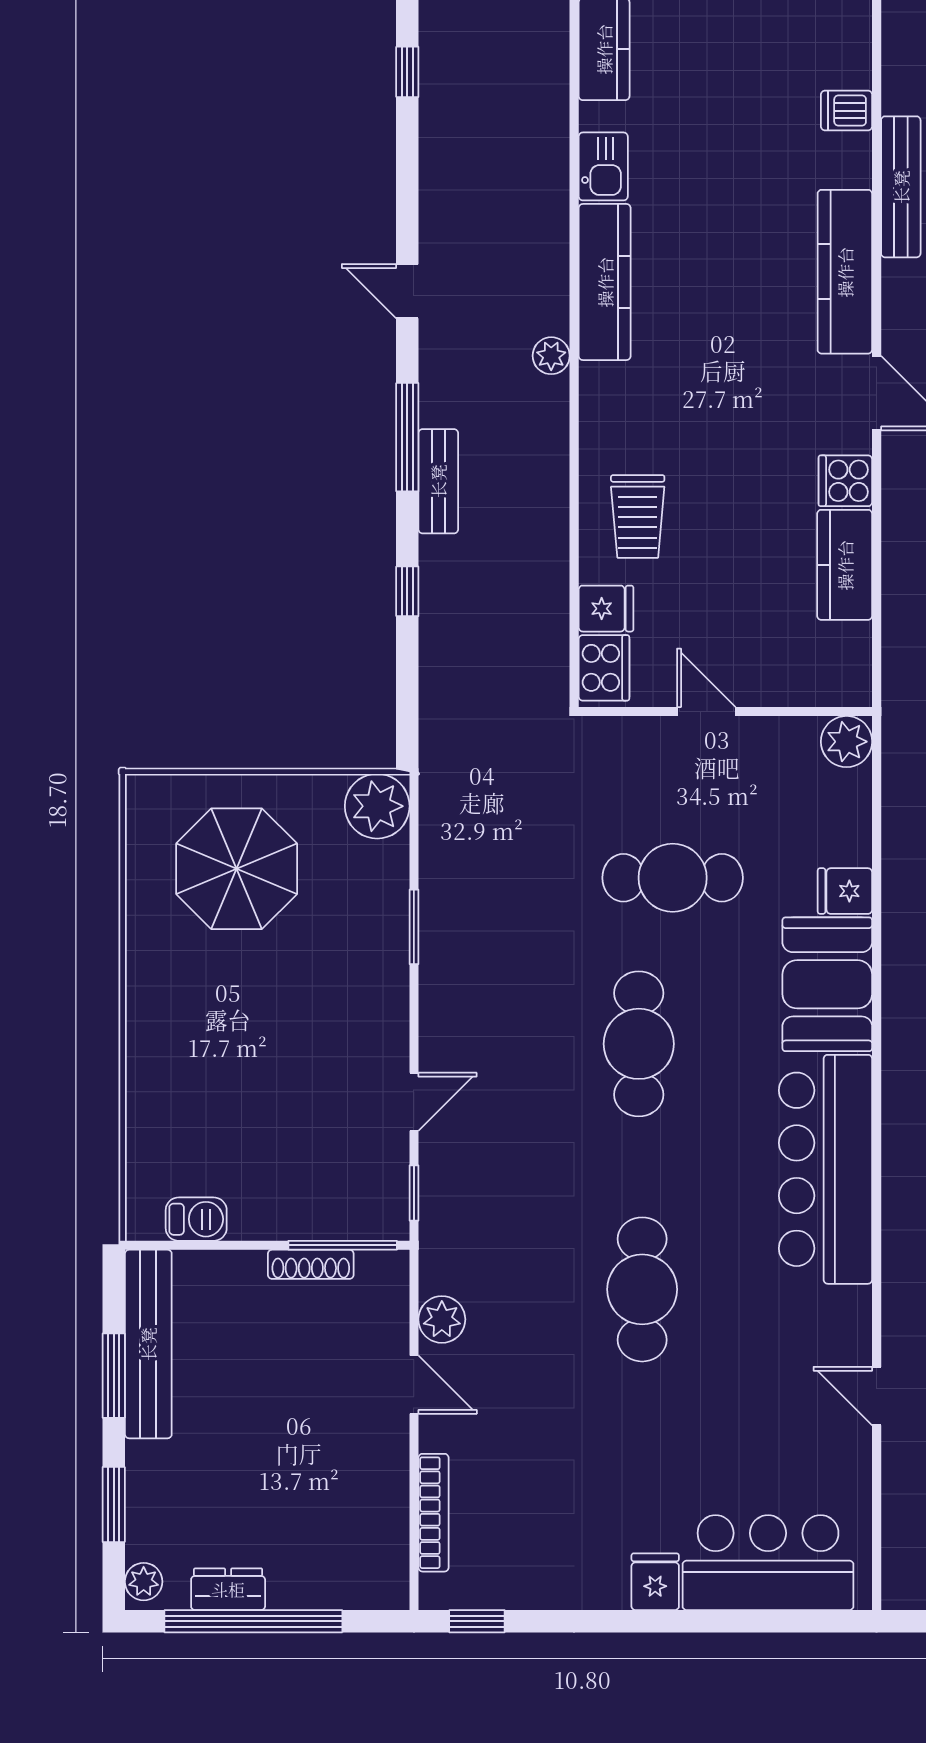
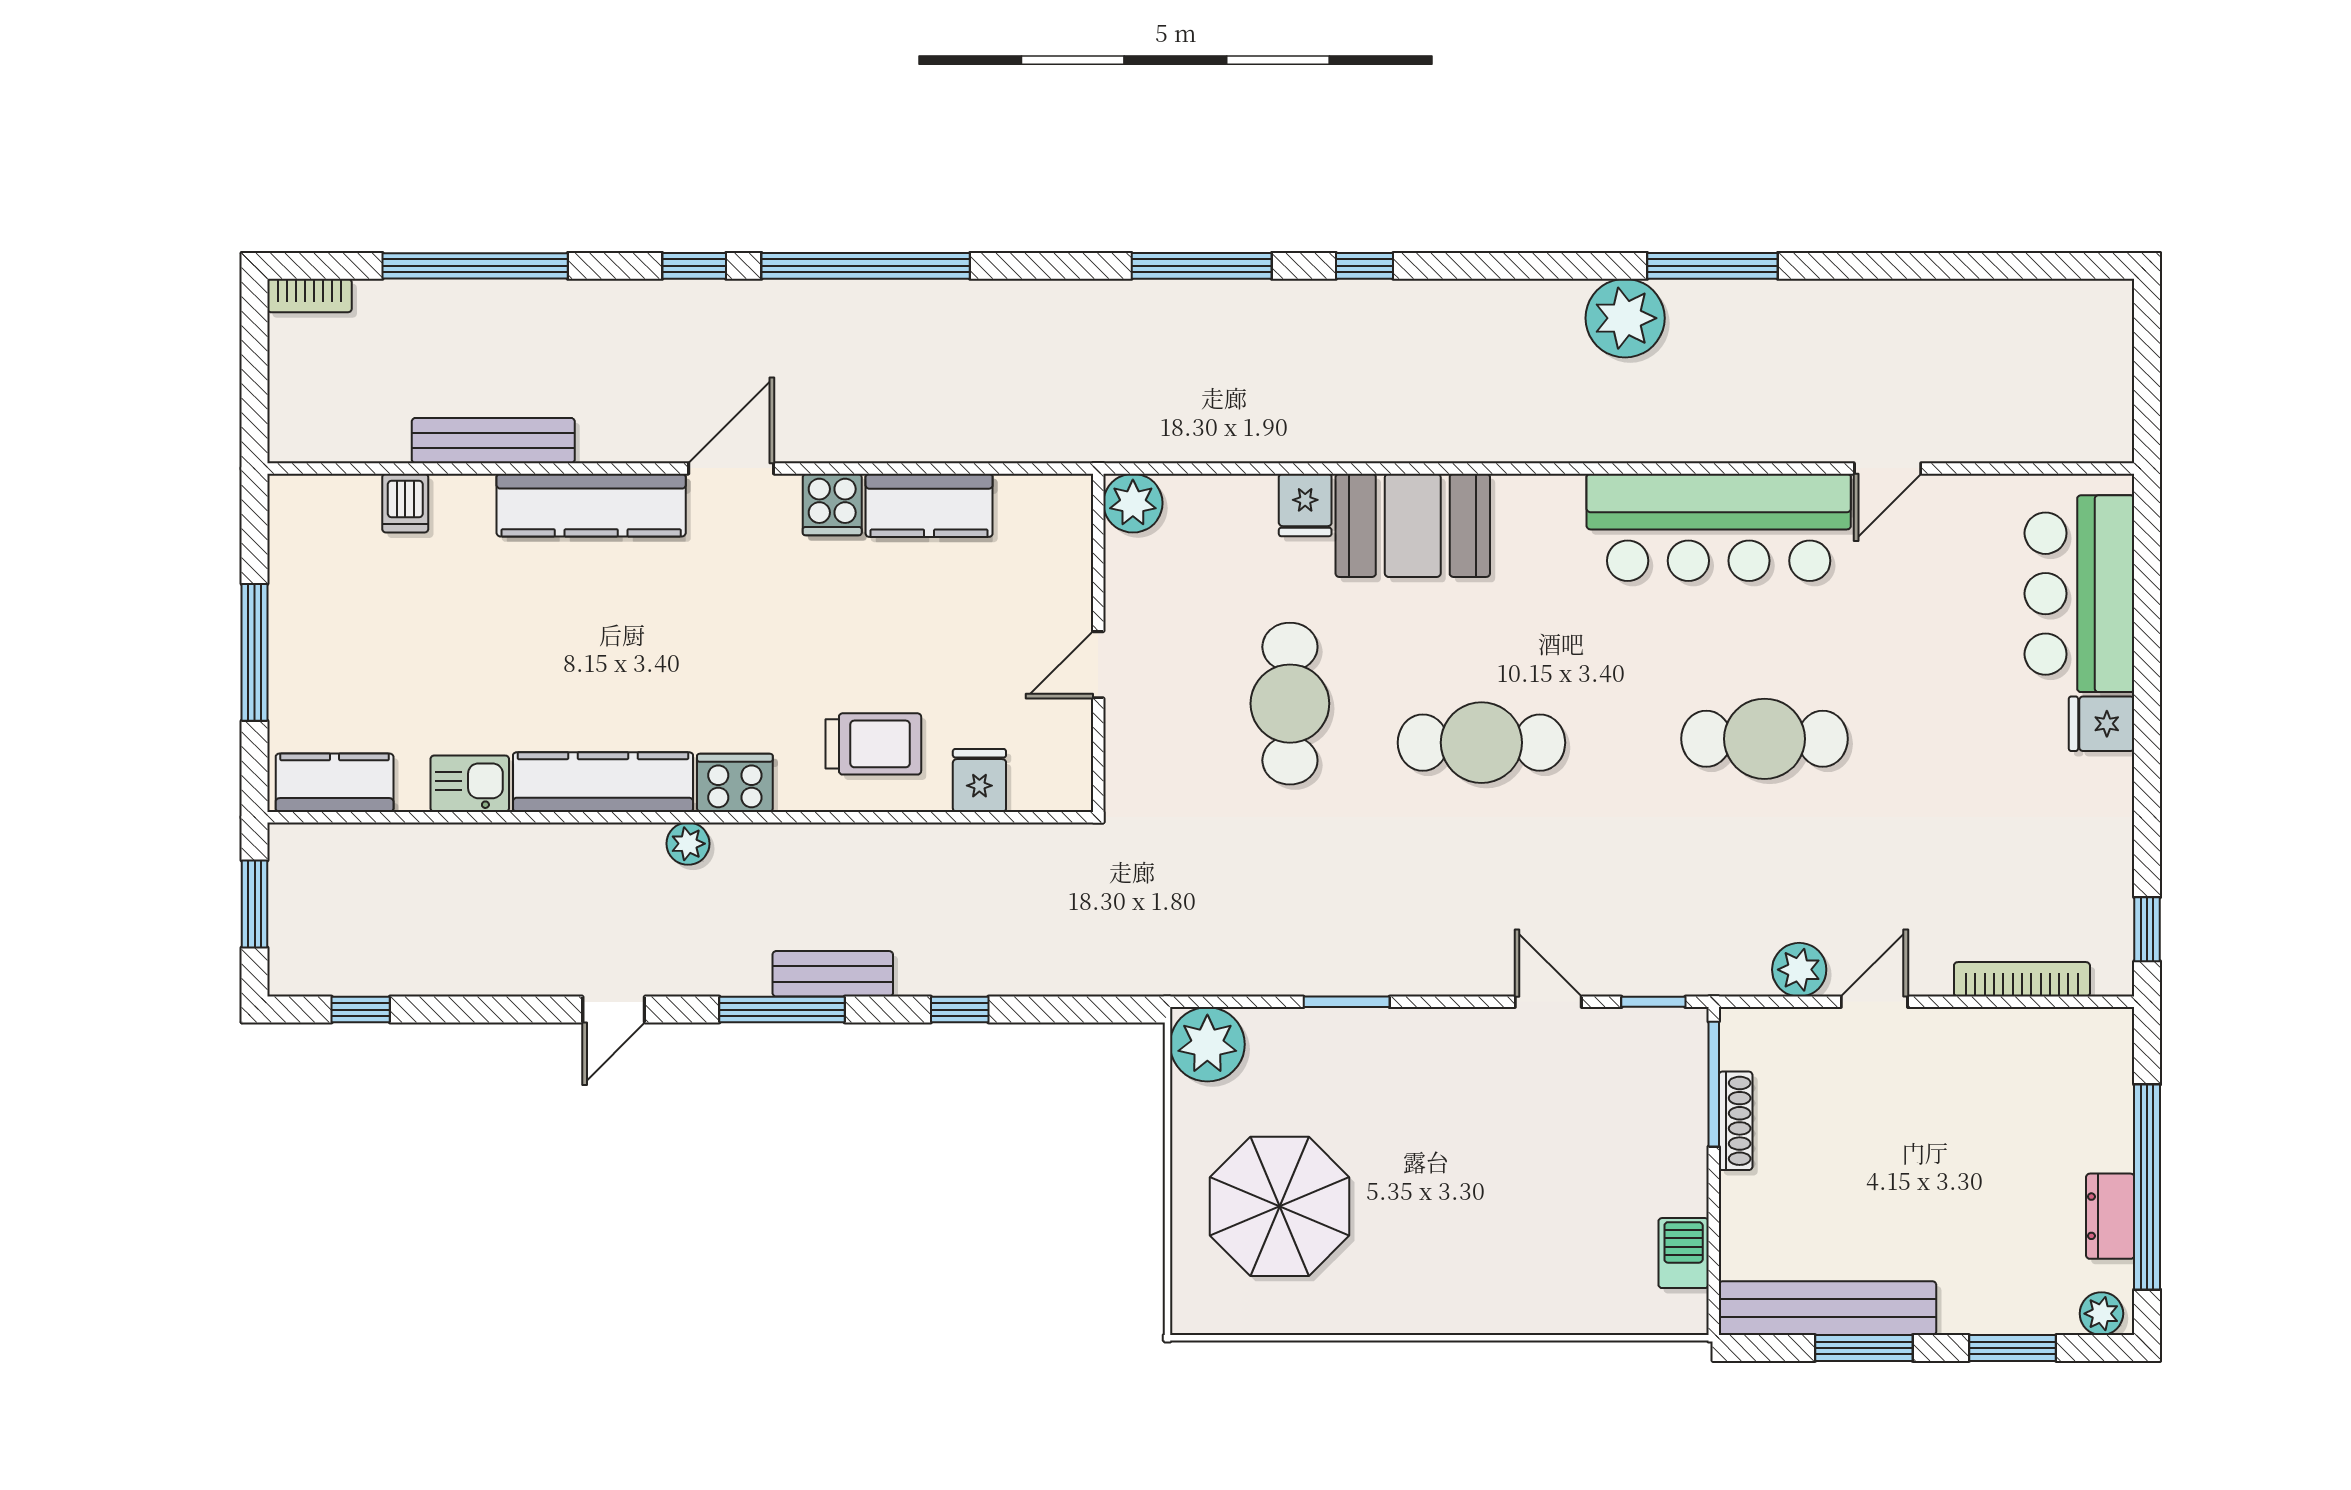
cooker: (604, 668) -> (735, 783), moved
bar counter: (825, 1169) -> (1719, 527), moved

